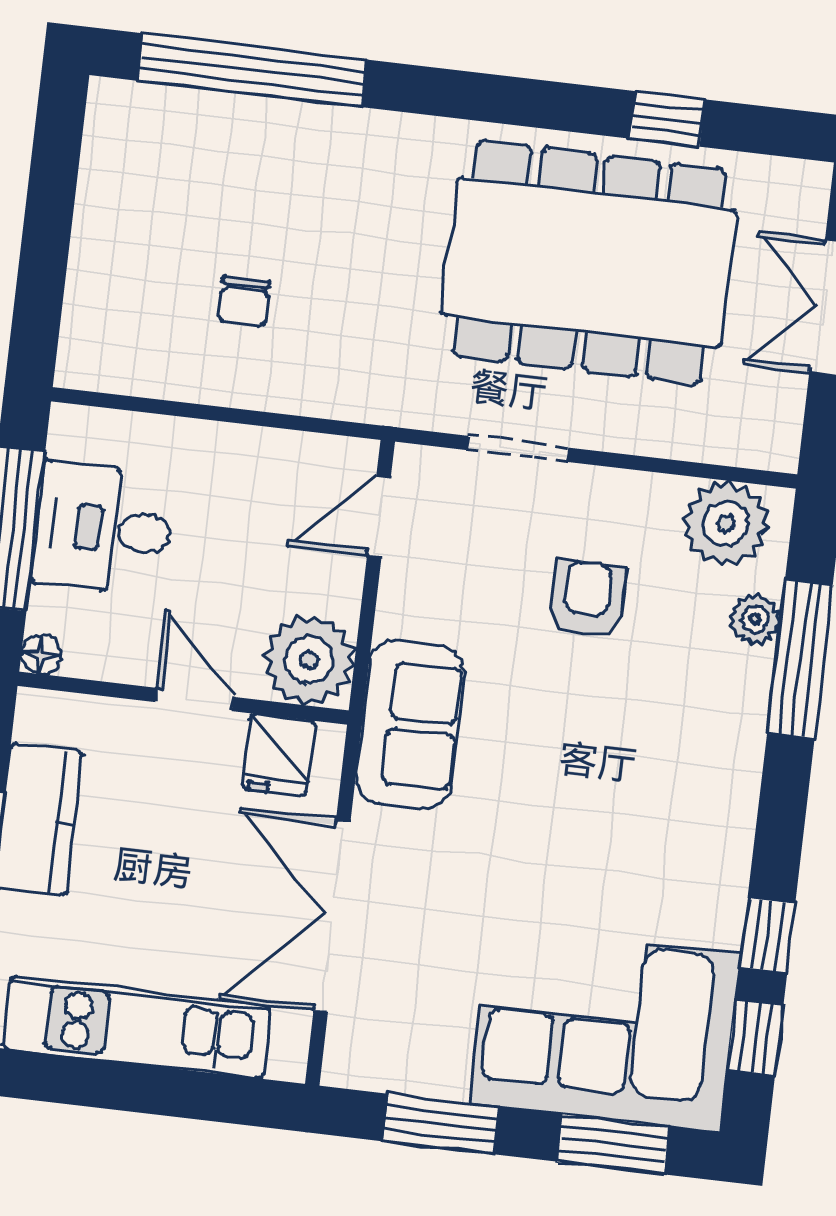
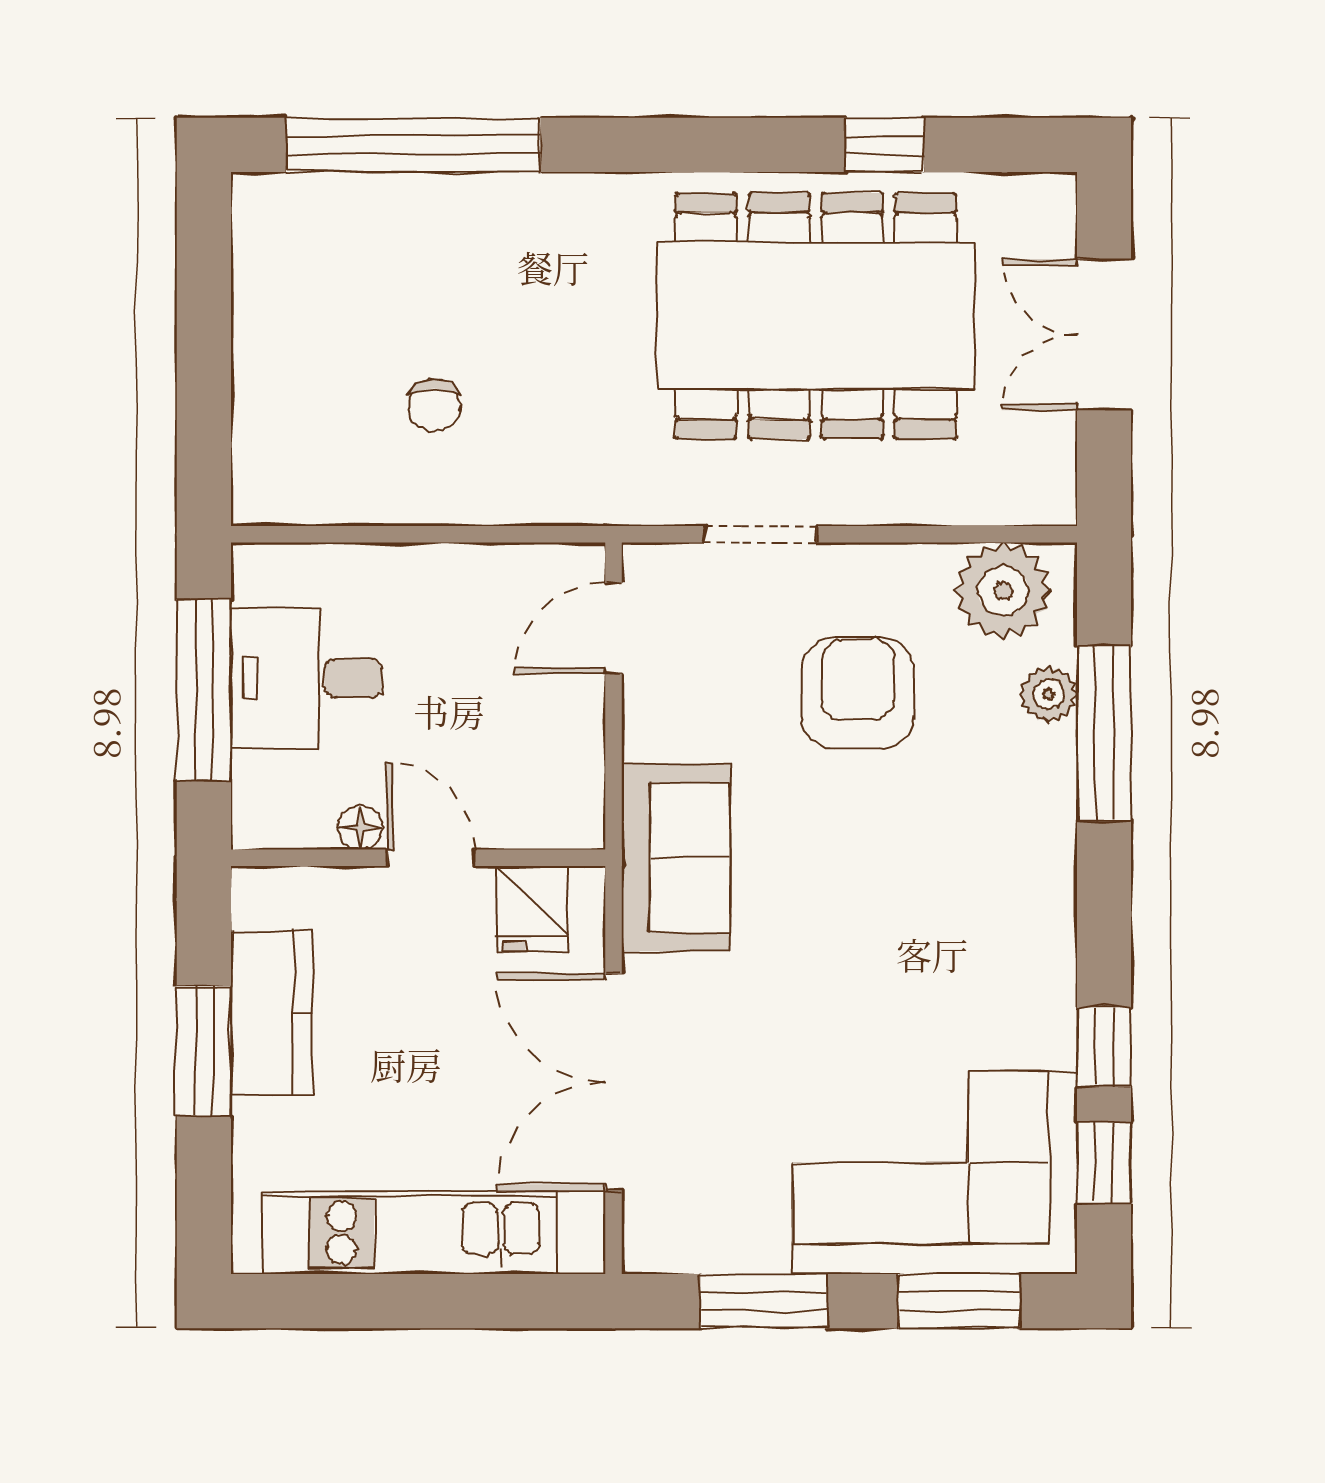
armchair: (587, 599) -> (858, 693), width x1.38, depth x1.38
floor lamp: (41, 654) -> (360, 828), moved
plant: (309, 660) -> (554, 799), removed

